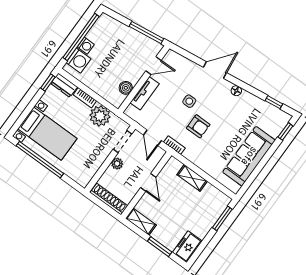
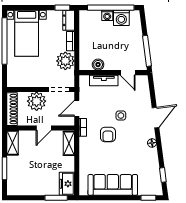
washing machine: (78, 61) -> (121, 18), moved
door: (215, 70) -> (156, 118), hinge flipped
plant: (117, 164) -> (37, 101), width x1.87, depth x1.87
shelving: (192, 178) -> (69, 143), moved
freezer: (187, 247) -> (67, 184), moved, turned -90

